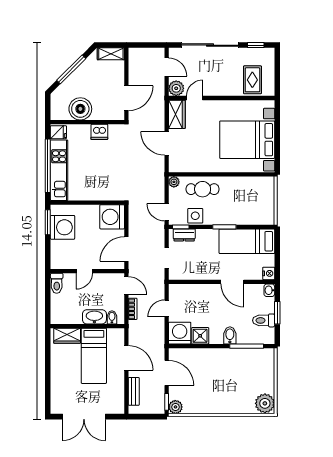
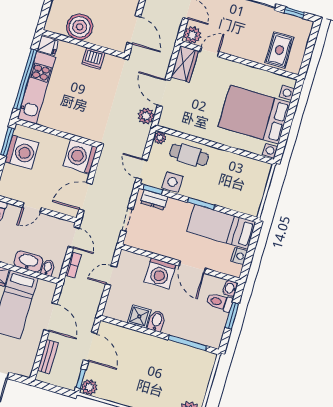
door: (126, 98) -> (134, 30), hinge flipped
plant: (157, 167) -> (146, 116), added
nightstand: (269, 273) -> (239, 256), moved
toilet: (264, 320) -> (220, 302), moved
washing machine: (180, 333) -> (160, 273), moved, turned 180
bidet: (230, 335) -> (157, 321), moved

